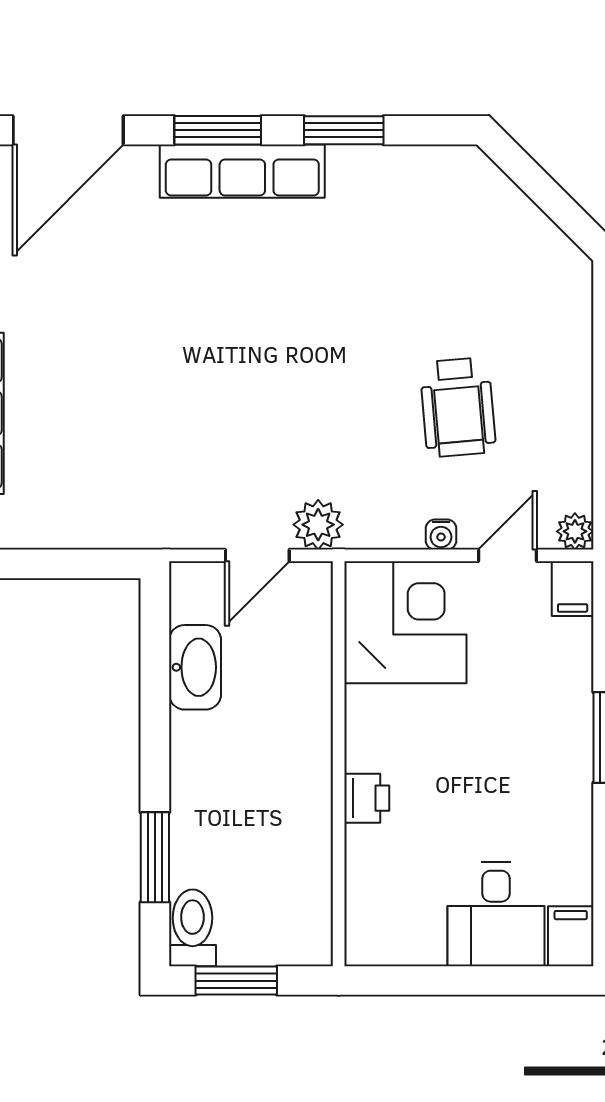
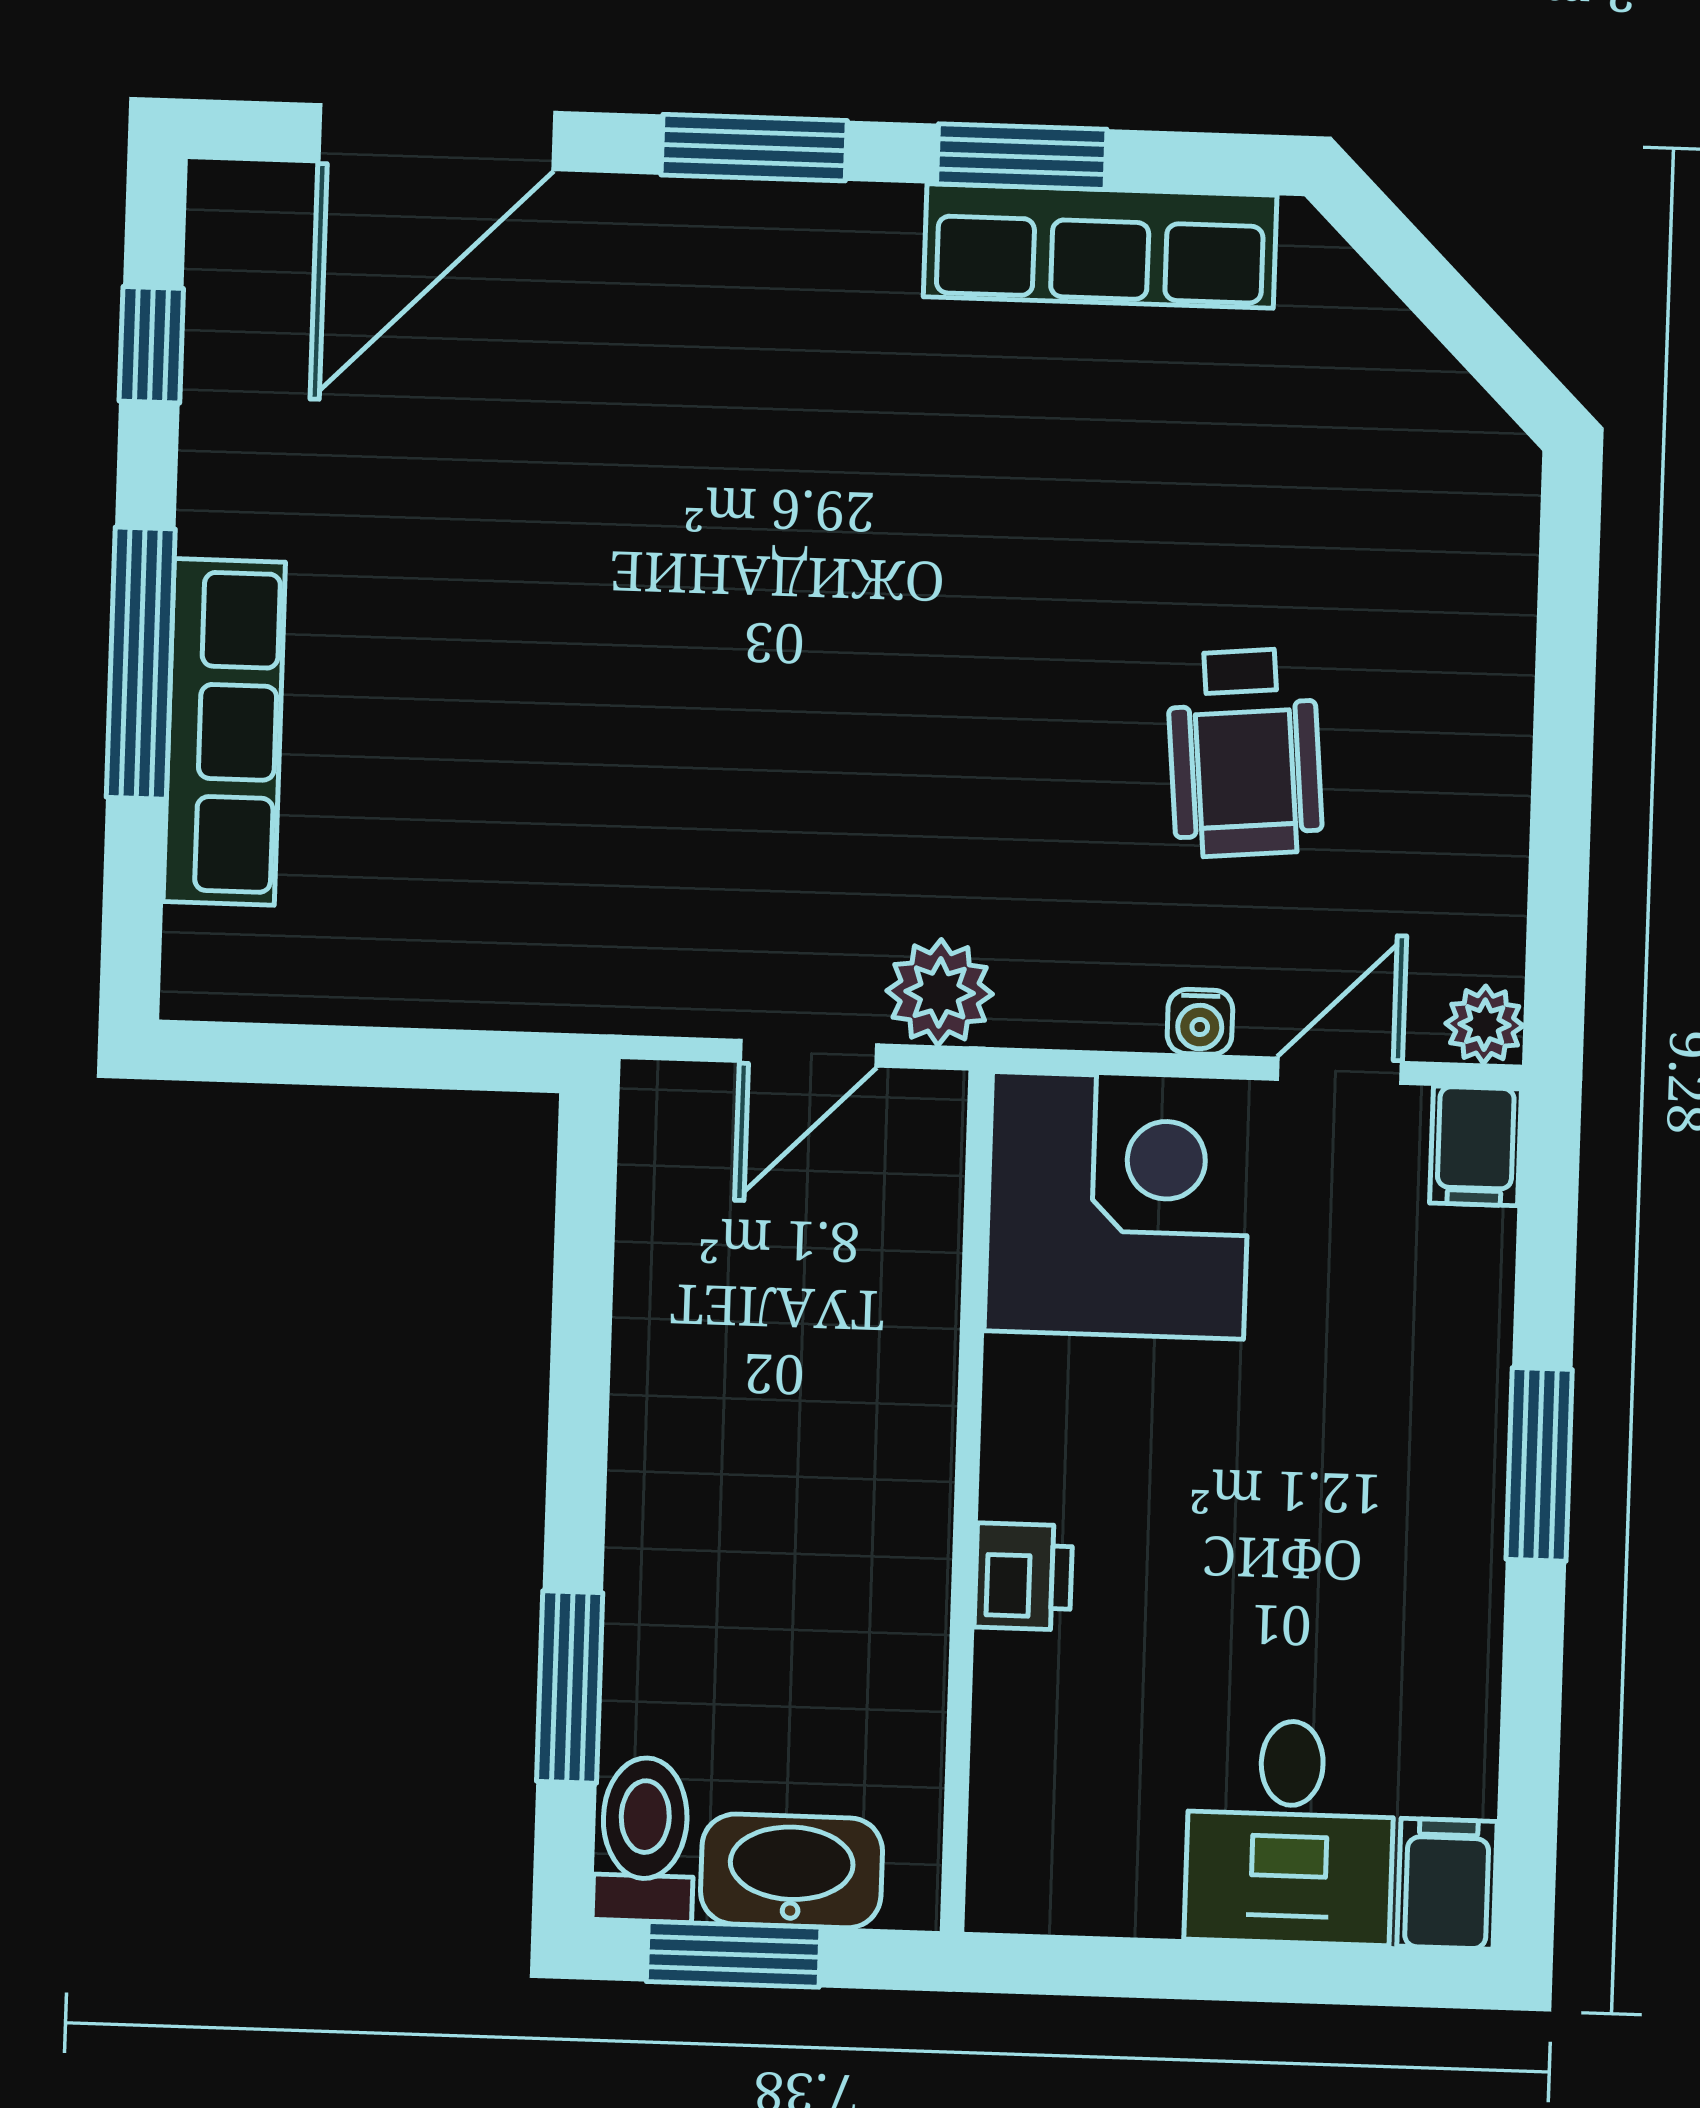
row of seats: (242, 171) -> (1100, 246), moved
washbasin: (195, 667) -> (791, 1871), moved, turned -90

